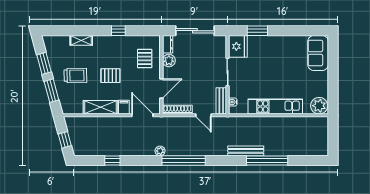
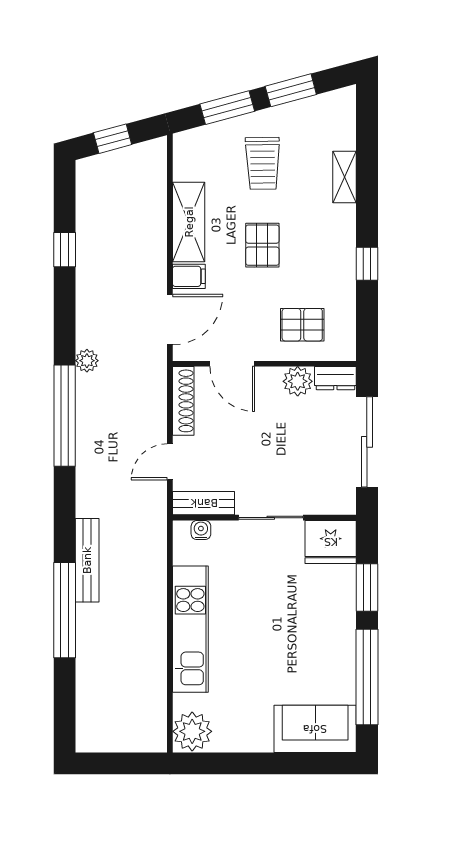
window: (296, 31) -> (367, 677), added

